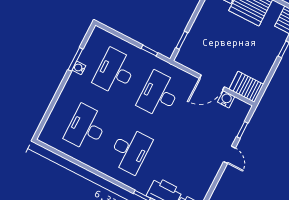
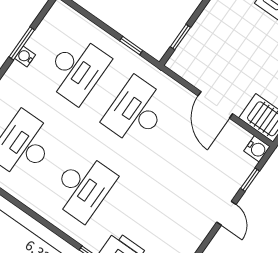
desk: (115, 72) -> (77, 70), turned 180
door: (212, 83) -> (215, 105), hinge flipped
water cooler: (226, 99) -> (257, 149), moved, turned 90

